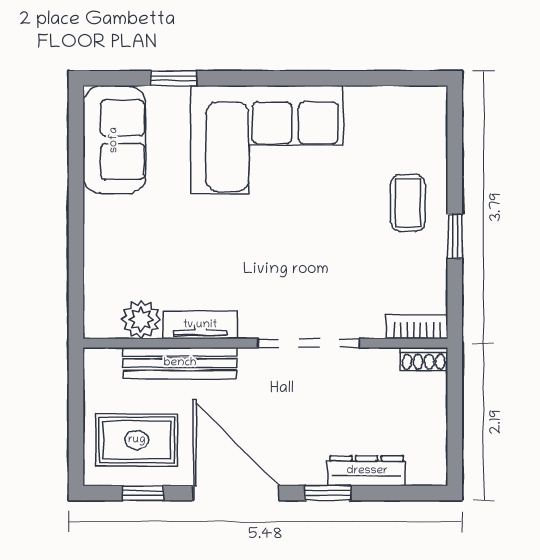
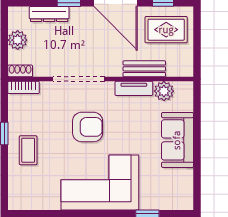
sofa: (114, 140) -> (177, 140), moved
armchair: (291, 249) -> (88, 127), added
bench: (180, 363) -> (144, 69), width x0.73
plant: (429, 420) -> (18, 40), added

